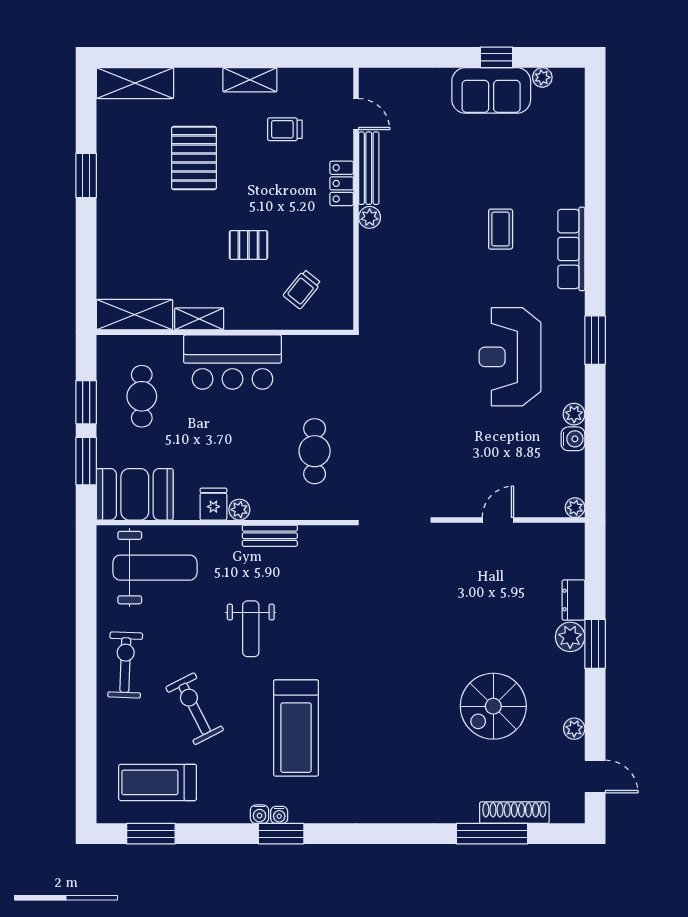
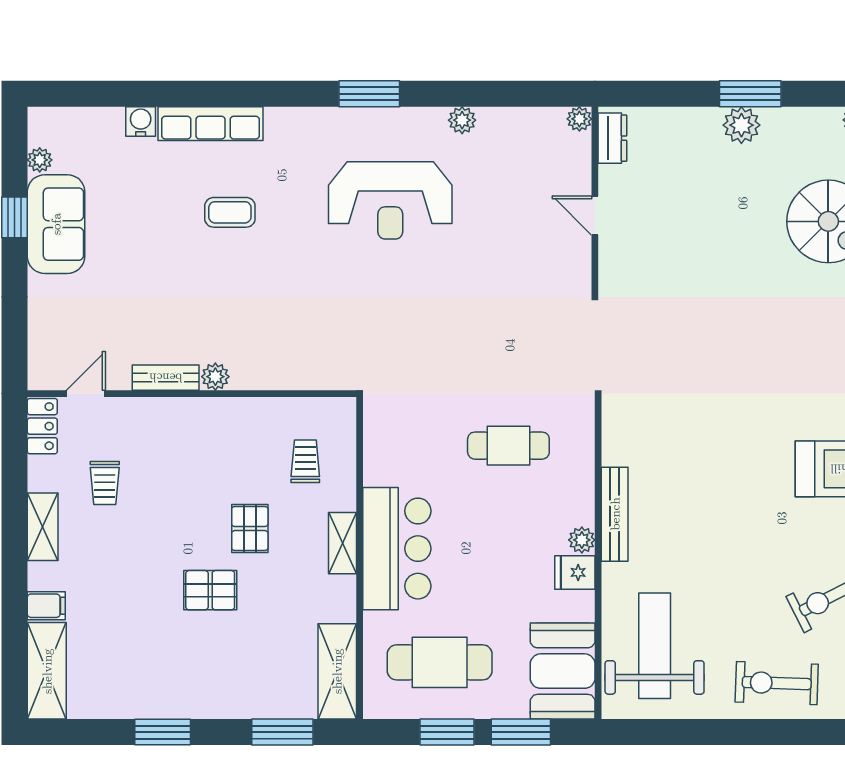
filing cabinet: (187, 83) -> (46, 606), added
pallet: (194, 158) -> (210, 590), moved, width x0.67, depth x0.71
bench: (369, 168) -> (166, 378), width x0.73
locker: (342, 183) -> (42, 426), moved, turned -90
row of seats: (571, 249) -> (210, 124), moved
window: (86, 271) -> (282, 732), added
trolley: (302, 289) -> (305, 461), turned -129
shelving: (199, 319) -> (343, 543), moved
cafe table: (142, 396) -> (440, 662), width x1.37, depth x1.35
water cooler: (573, 439) -> (141, 121), moved
bench: (270, 536) -> (615, 514), width x1.36
dresser: (573, 600) -> (612, 138), moved, turned -90
weight bench: (251, 629) -> (731, 526), removed

